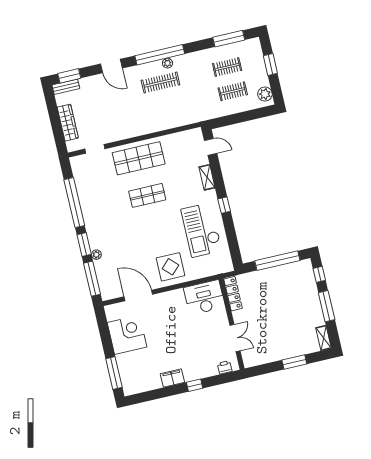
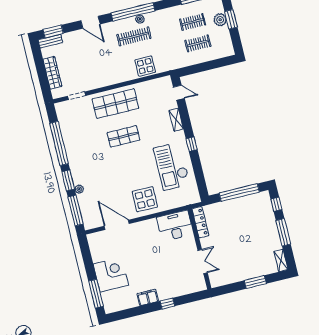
plant: (265, 94) -> (220, 20), moved
display table: (173, 116) -> (145, 66), added
corner desk: (127, 335) -> (111, 274), moved
printer: (225, 367) -> (194, 287), removed

